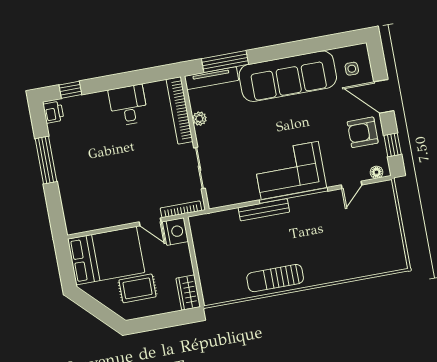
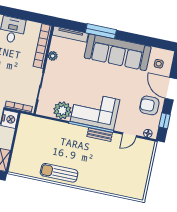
window: (225, 61) -> (101, 31), moved
plant: (244, 189) -> (62, 110), added
bench: (264, 210) -> (100, 135), moved, width x0.73

